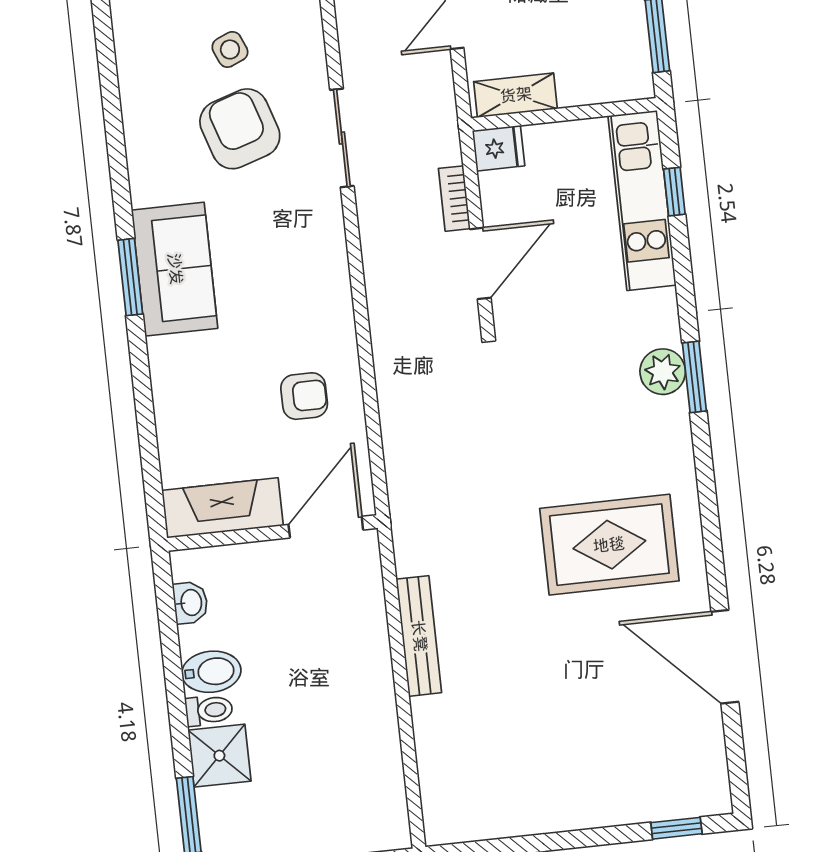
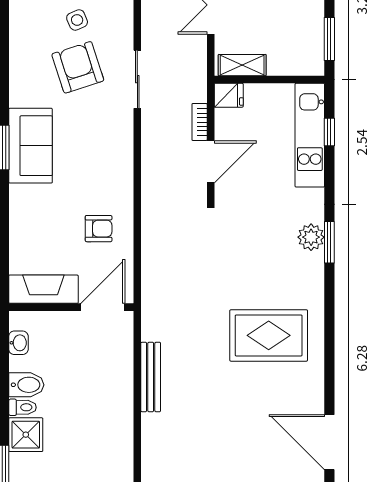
door: (725, 657) -> (329, 442), moved

